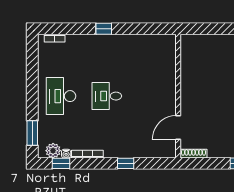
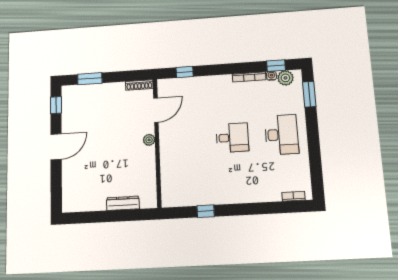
window: (104, 29) -> (206, 211), moved
dresser: (213, 40) -> (123, 203), added
plant: (186, 99) -> (149, 140), added
window: (126, 163) -> (185, 72), moved

